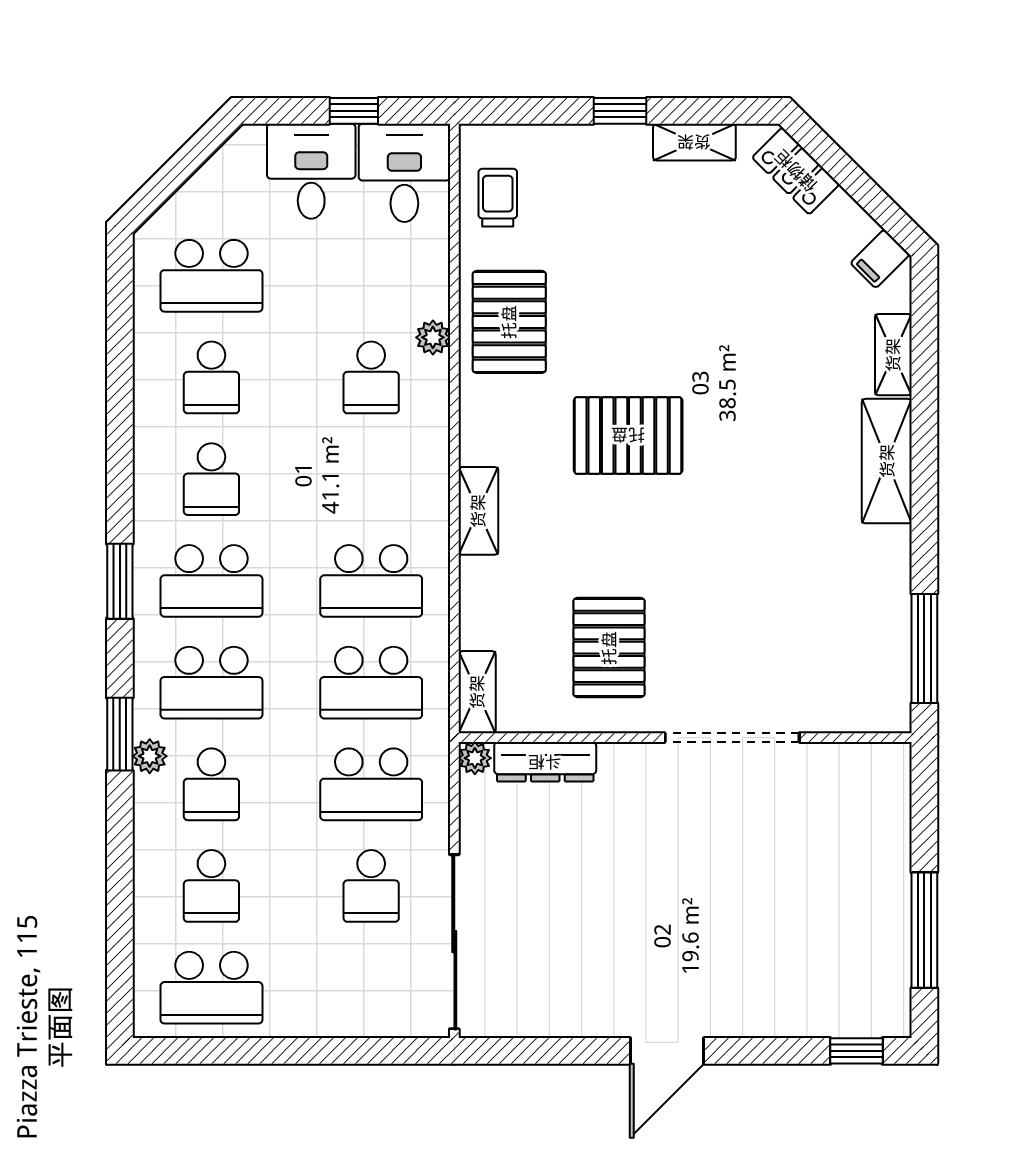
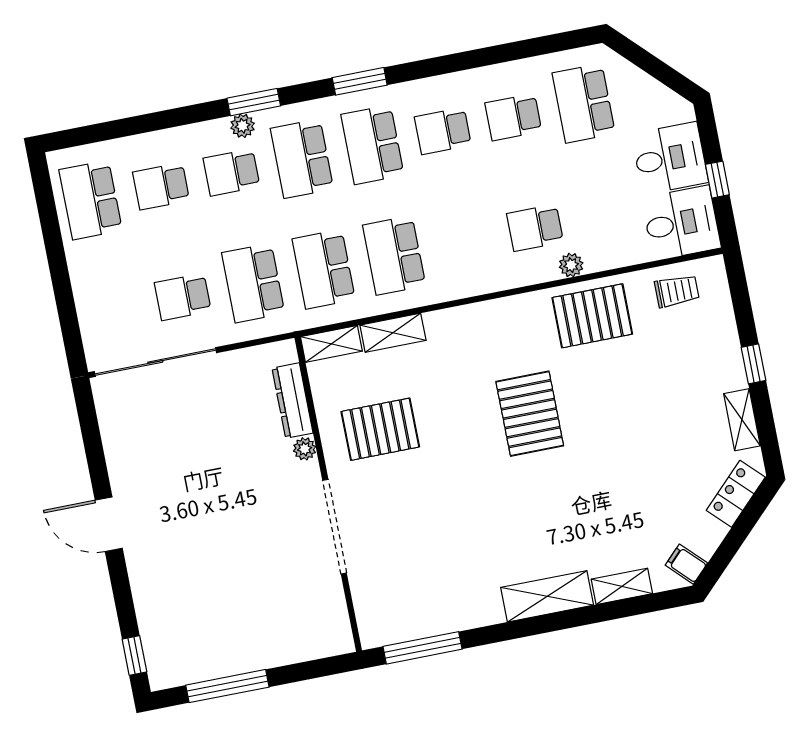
shelving: (478, 511) -> (393, 333), moved
plant: (475, 758) -> (305, 449), moved

